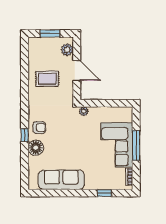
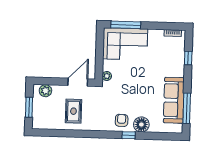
door: (77, 71) -> (78, 82), moved
corner sofa: (117, 145) -> (125, 44), moved
window: (136, 145) -> (126, 25), moved
window: (54, 193) -> (187, 108), added

